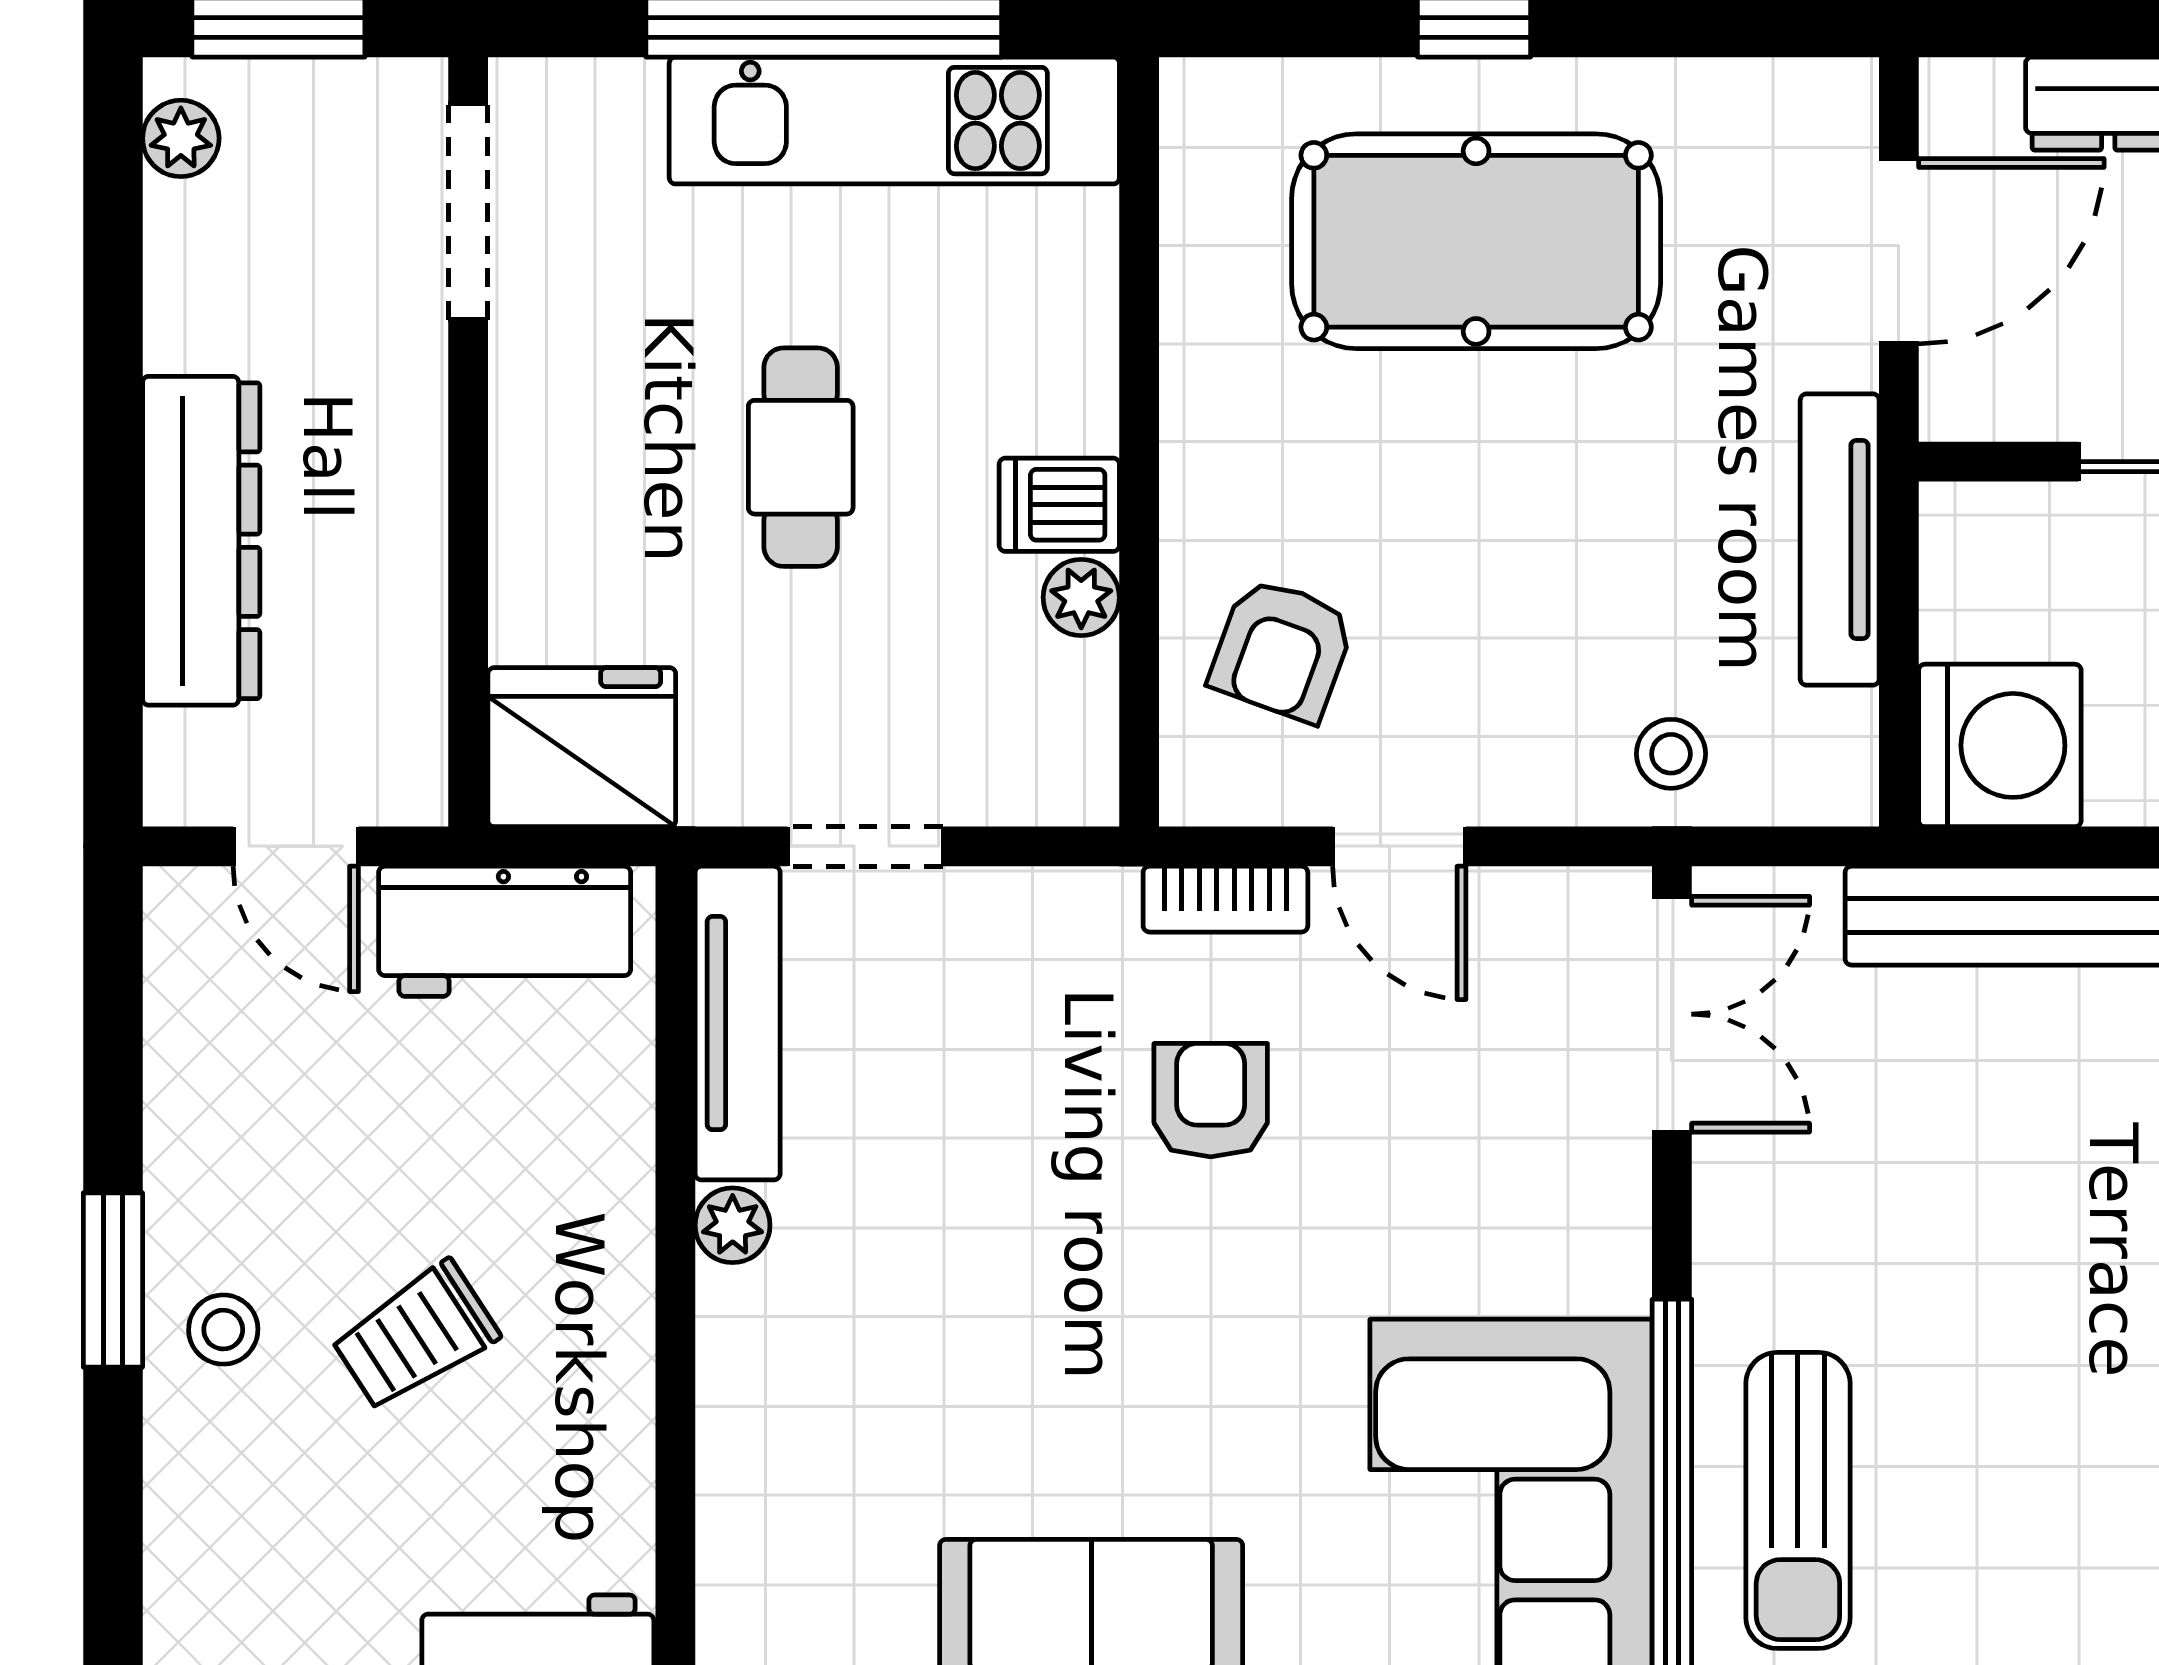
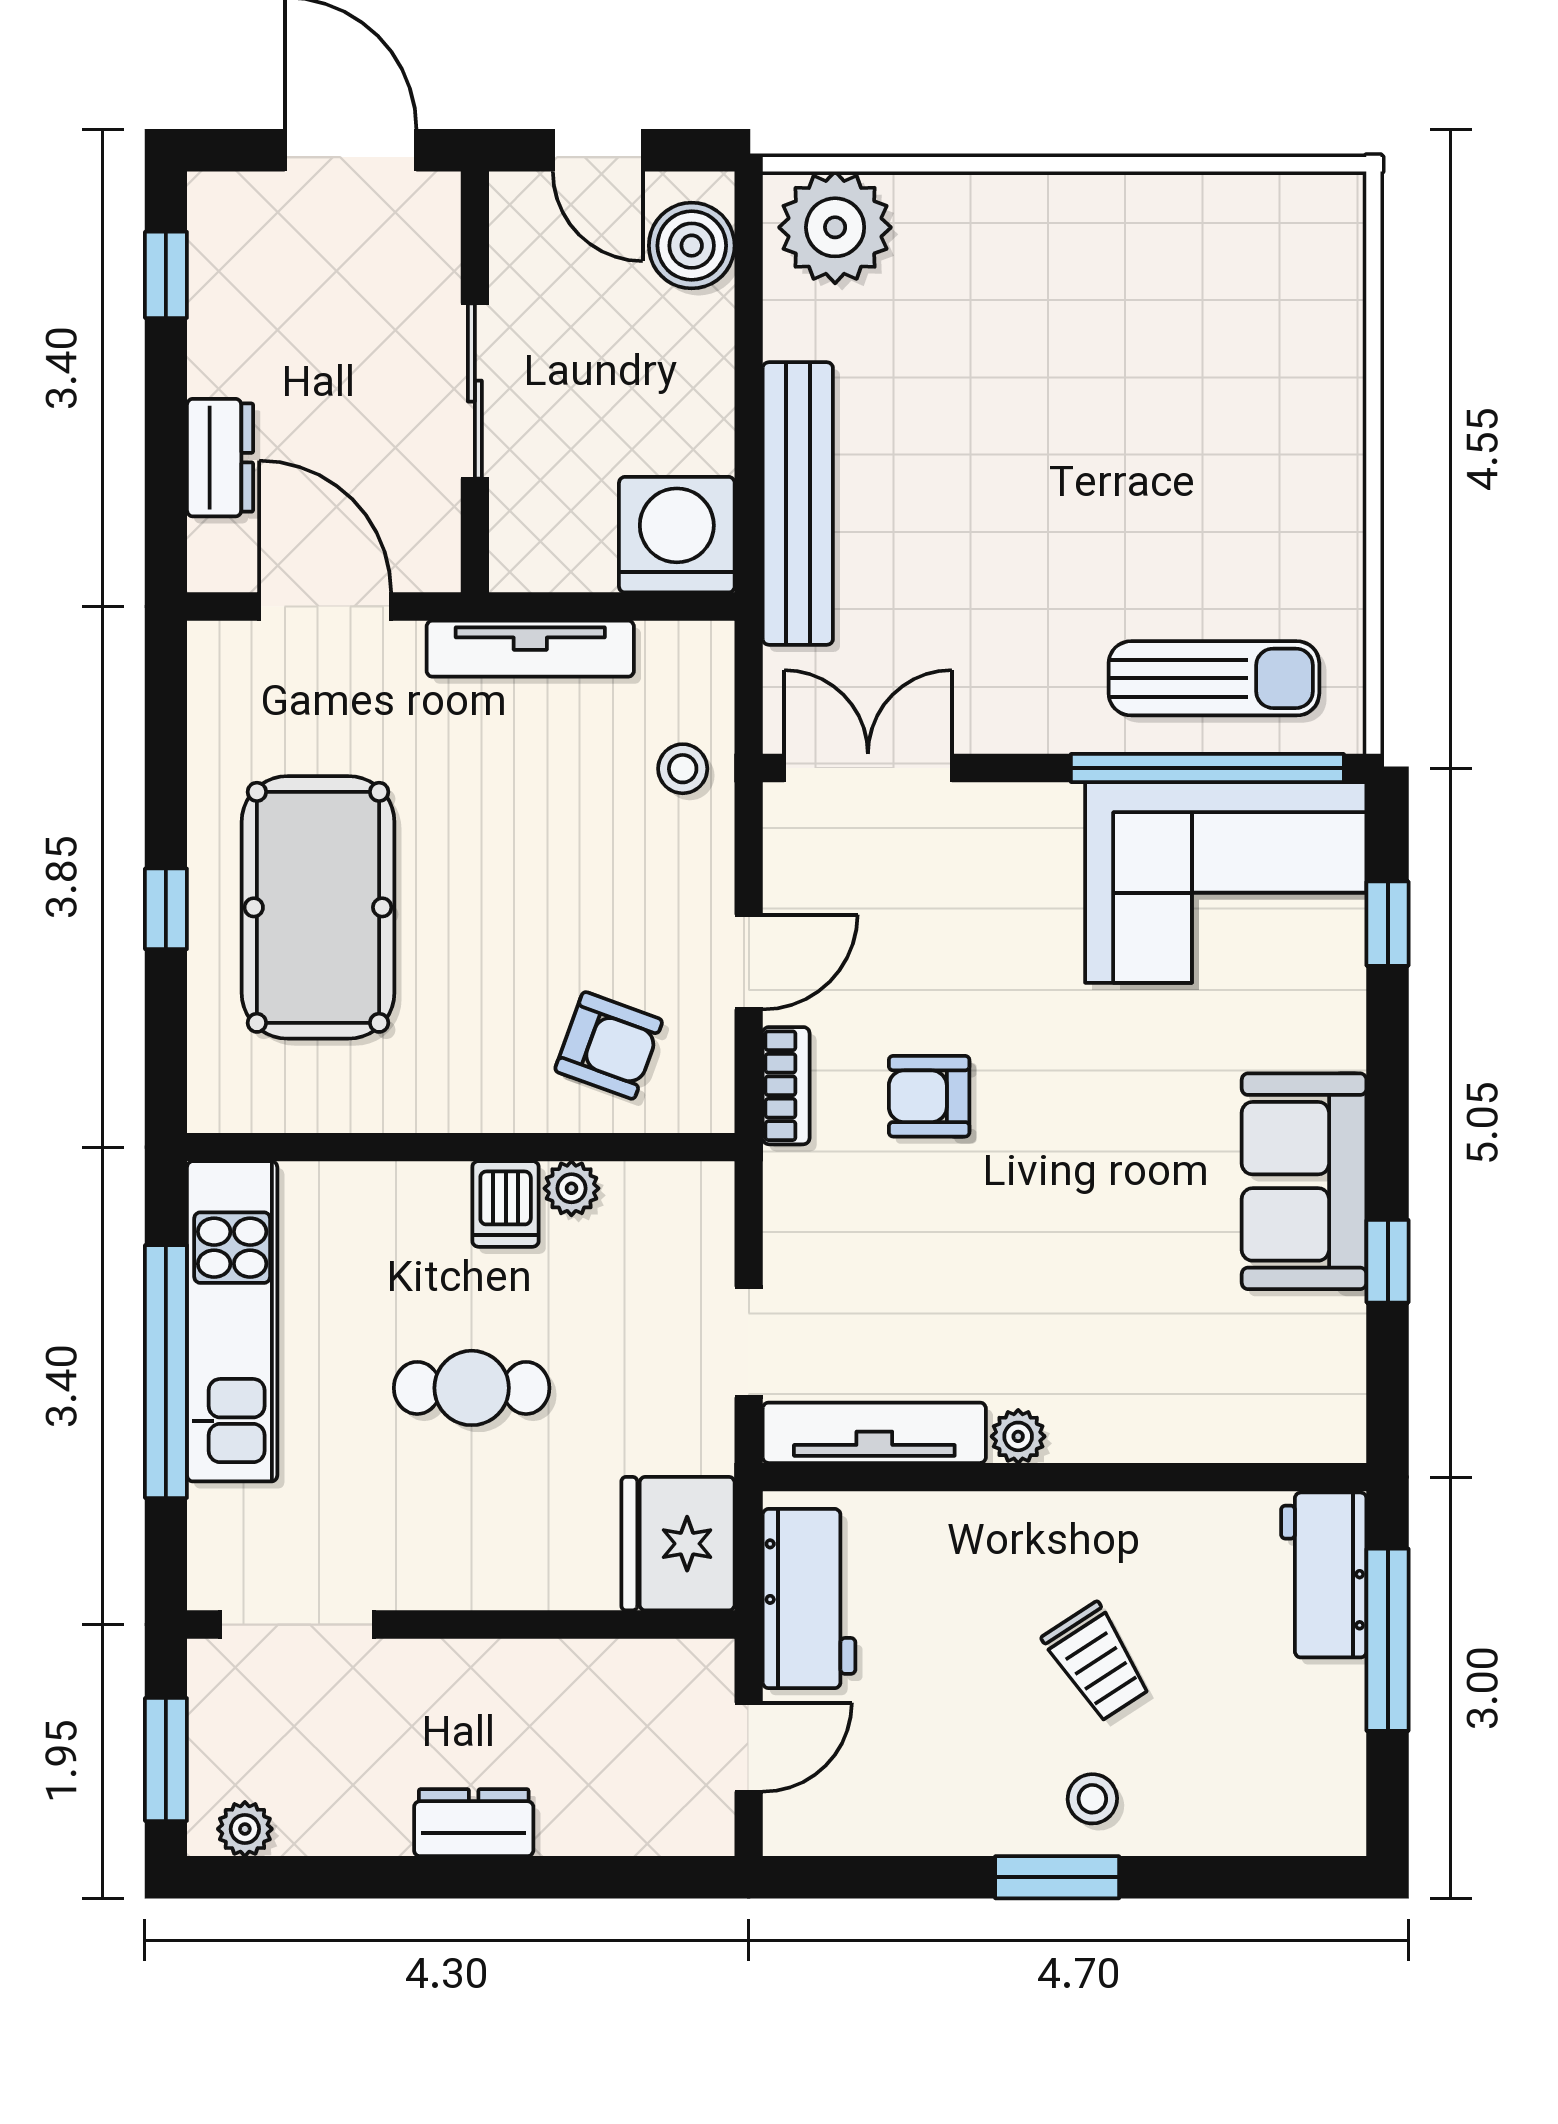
dresser: (201, 541) -> (474, 1823), width x0.51, depth x0.80

